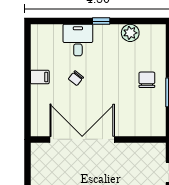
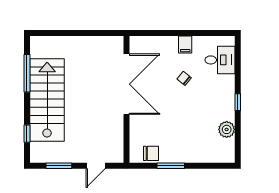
desk: (78, 40) -> (220, 60), moved
chair: (147, 80) -> (151, 153), moved

